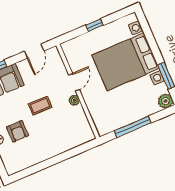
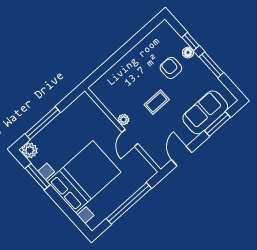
window: (94, 25) -> (129, 203), width x3.17
window: (133, 127) -> (43, 123), moved

